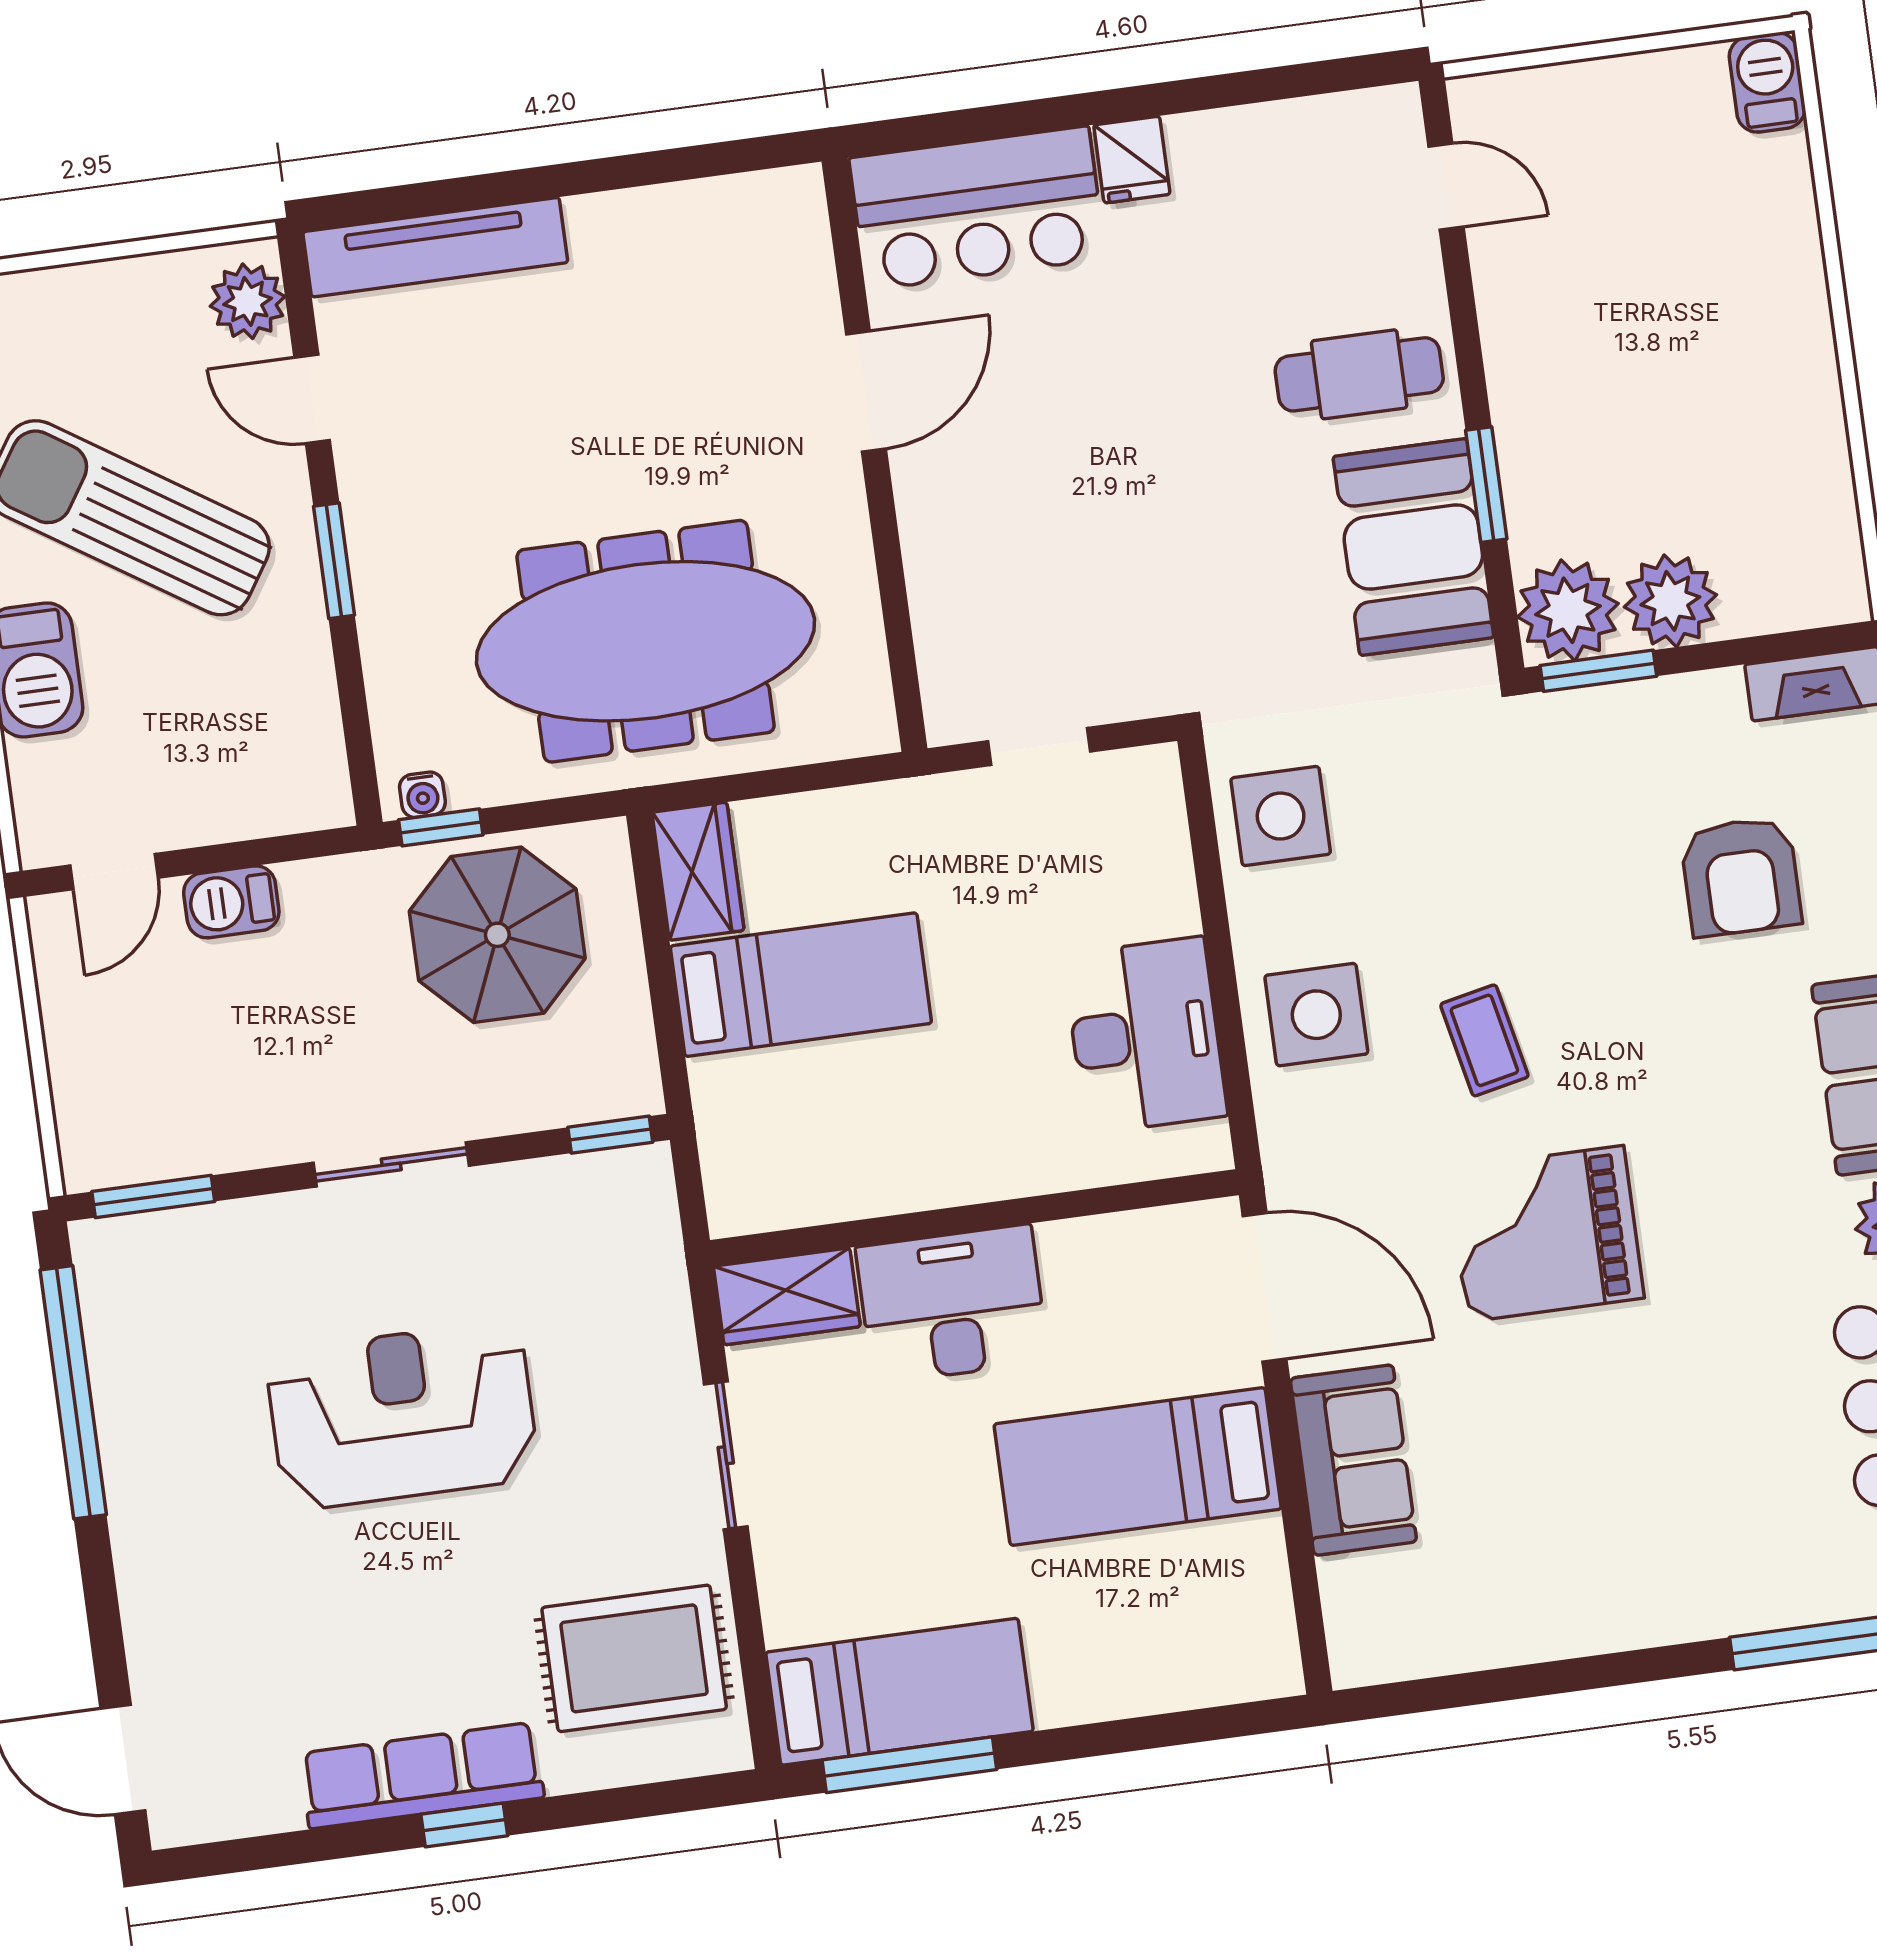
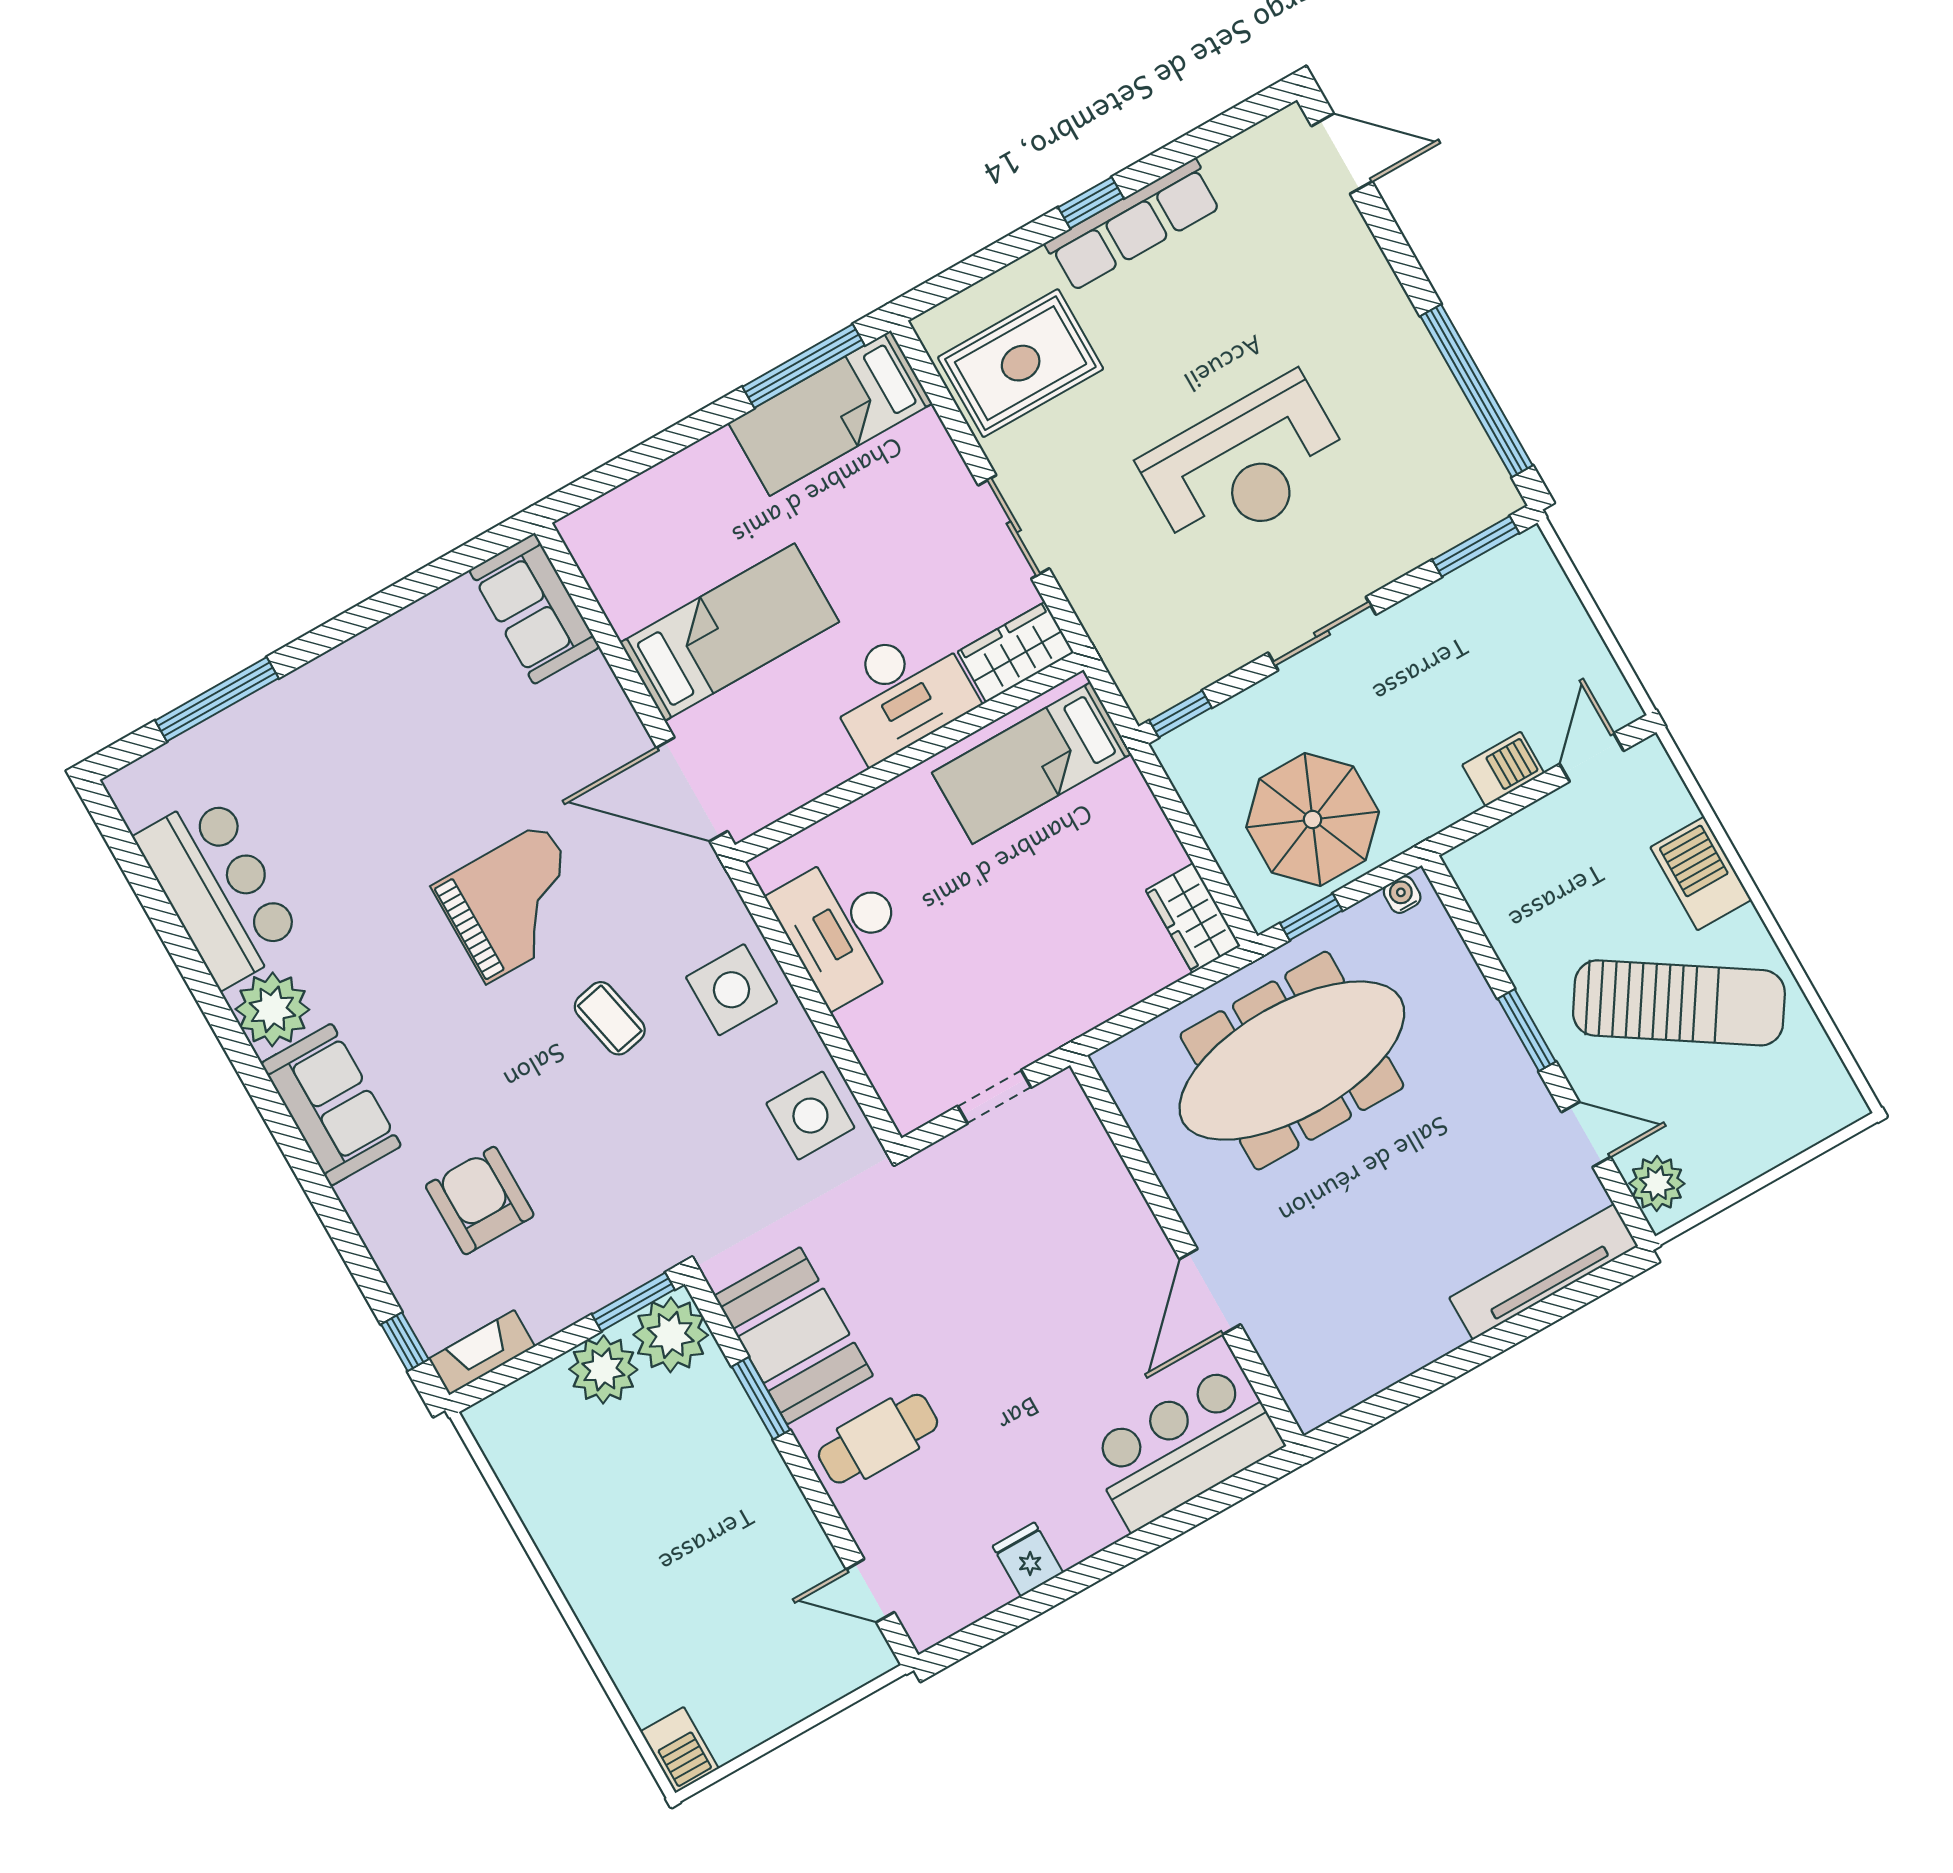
fridge: (1132, 160) -> (1028, 1559), moved
window: (441, 827) -> (1311, 917), moved
bed: (801, 985) -> (1032, 763), moved
sofa: (1353, 1460) -> (534, 609), moved

